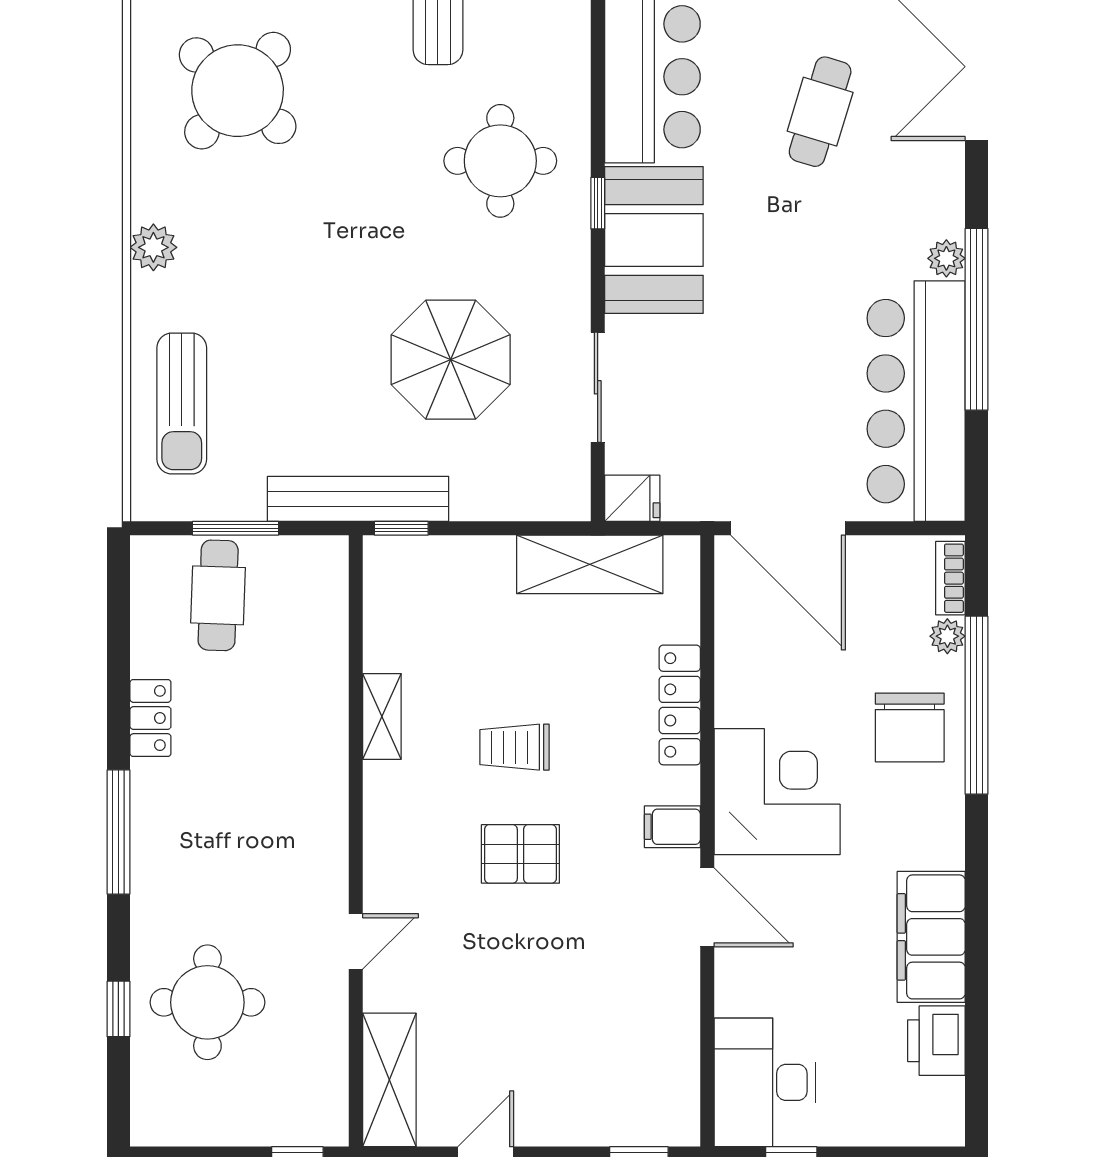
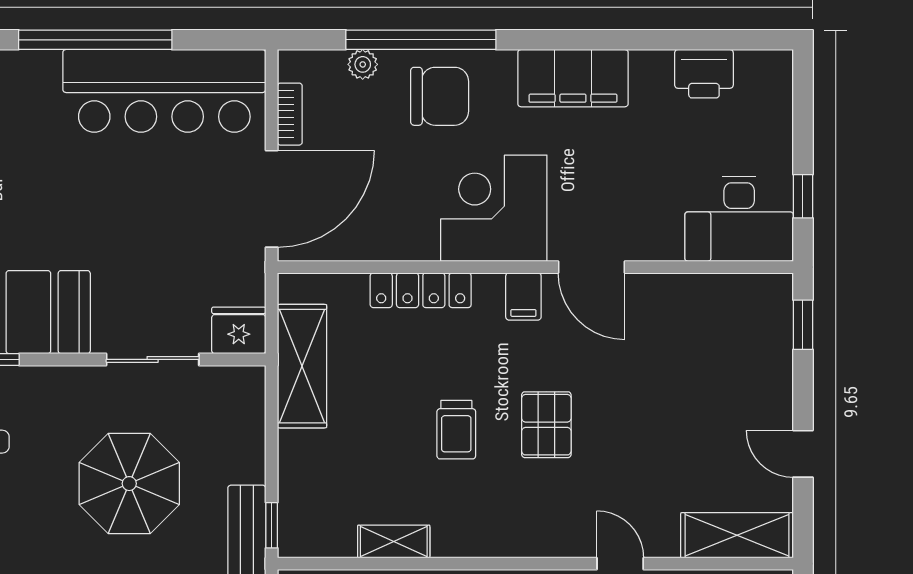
plant: (946, 258) -> (44, 65), removed
fridge: (632, 498) -> (239, 330), width x1.38
bookcase: (950, 578) -> (290, 114), moved, turned -90
shelving: (382, 716) -> (394, 542), moved
door: (707, 907) -> (591, 267), swing flipped
filing cabinet: (931, 937) -> (573, 78), moved

